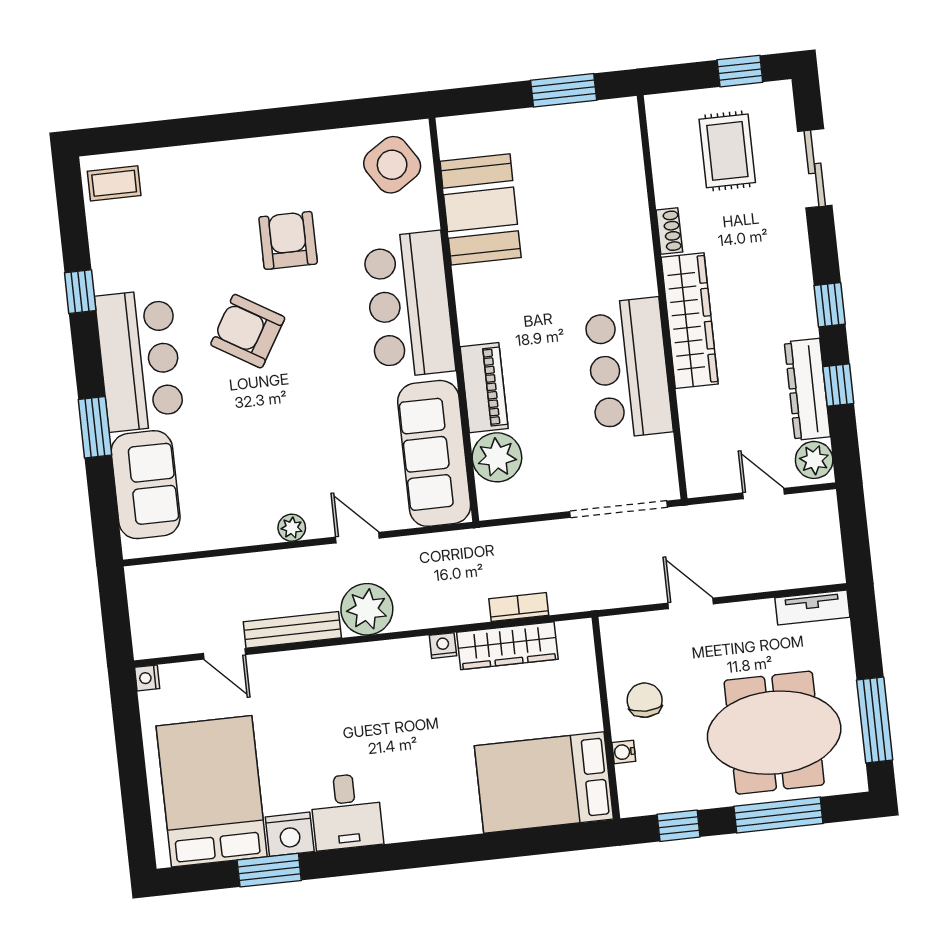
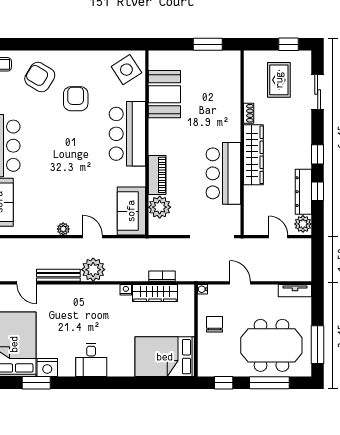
armchair: (248, 331) -> (40, 77), moved
sofa: (434, 453) -> (131, 211), width x0.73
water cooler: (624, 752) -> (202, 289), moved
desk: (346, 812) -> (91, 360), moved

